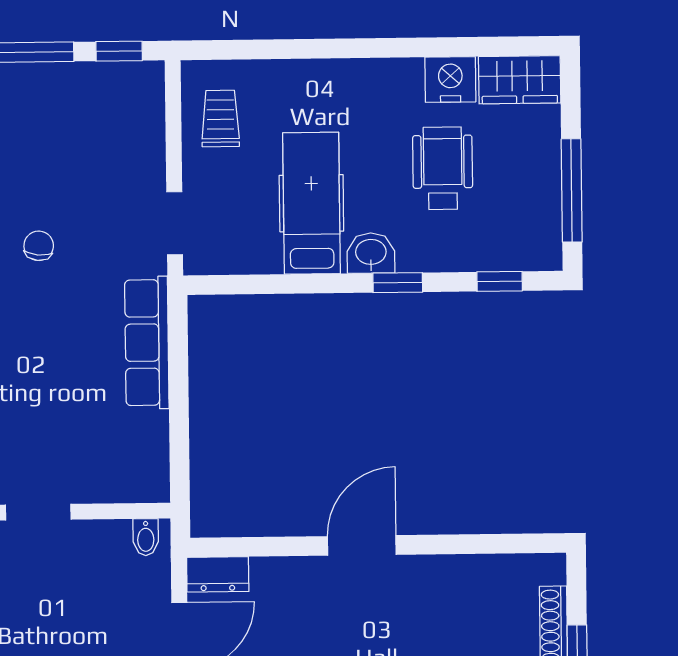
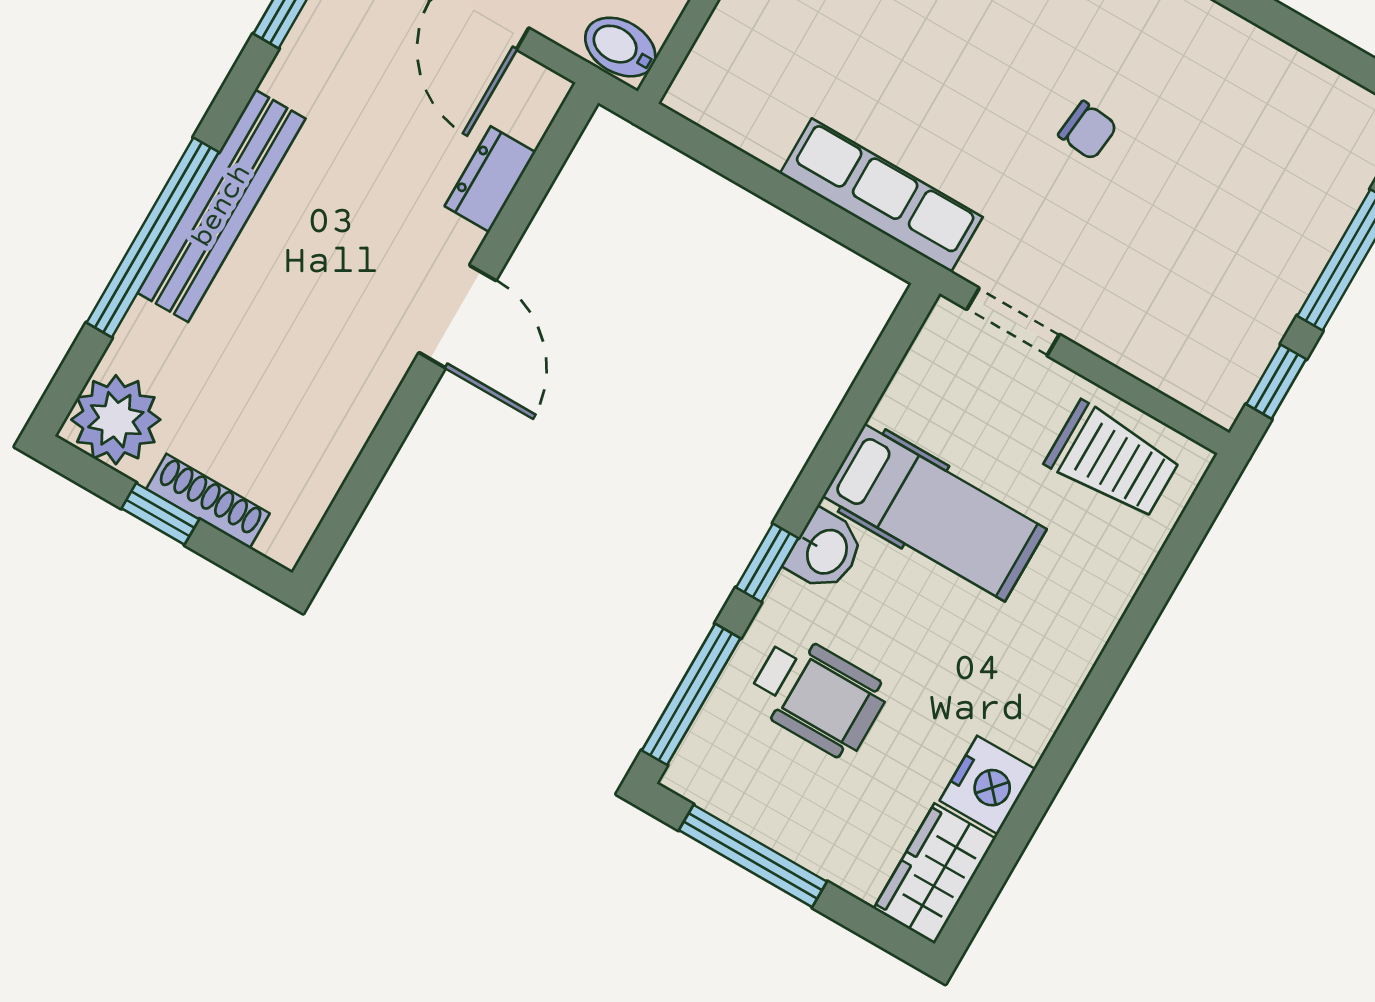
trolley: (220, 118) -> (1113, 460), width x1.36, depth x1.39
wheelchair: (443, 168) -> (818, 696), moved
window: (500, 281) -> (691, 694), width x2.17
bidet: (146, 537) -> (620, 47), width x1.38, depth x1.36
dresser: (218, 574) -> (490, 179), moved

